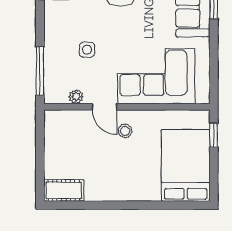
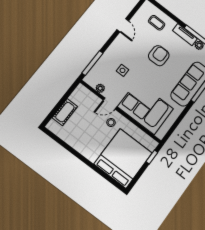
door: (104, 107) -> (110, 103), hinge flipped
bed: (186, 165) -> (123, 158), width x1.36
cot: (64, 191) -> (65, 112), moved, turned 90

